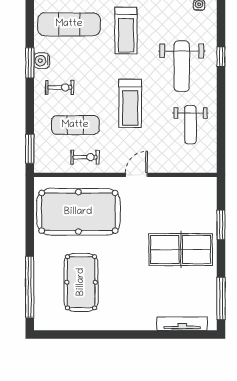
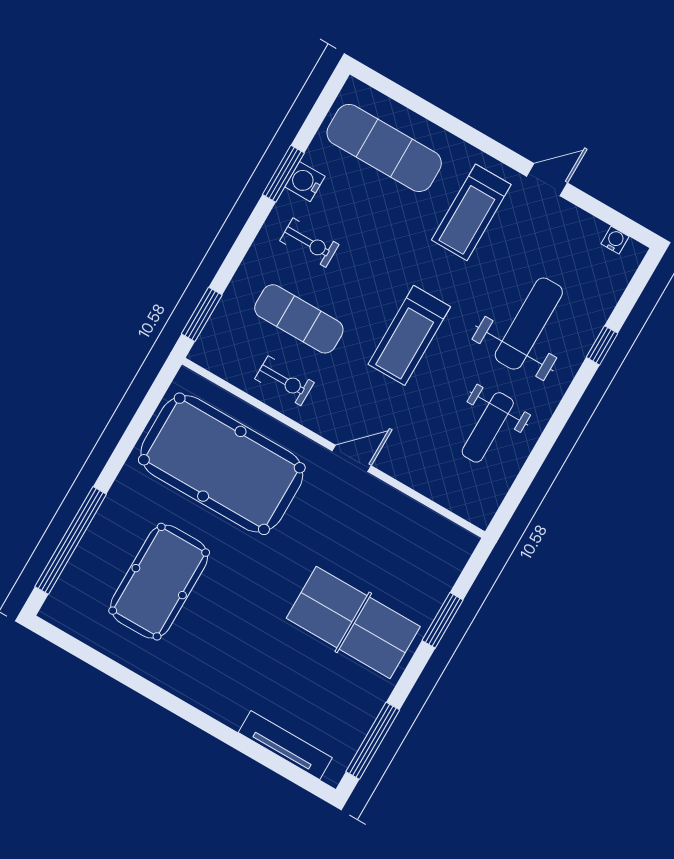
weight bench: (182, 66) -> (529, 324), turned 180

